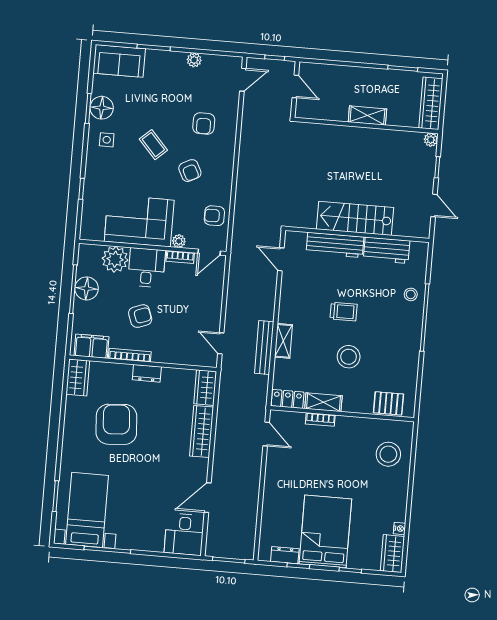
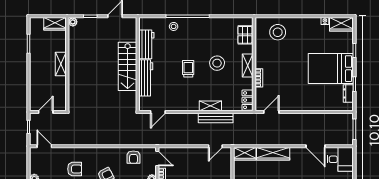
wardrobe: (431, 103) -> (55, 24), width x0.67
shelving: (323, 402) -> (248, 66), moved

